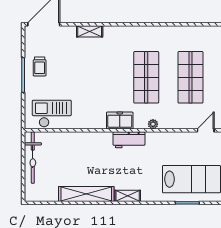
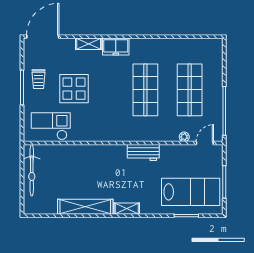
display table: (75, 76) -> (74, 89), added
freezer: (120, 121) -> (116, 47), moved, turned 180
plant: (153, 124) -> (184, 137), moved
workbench: (129, 140) -> (143, 152), moved

